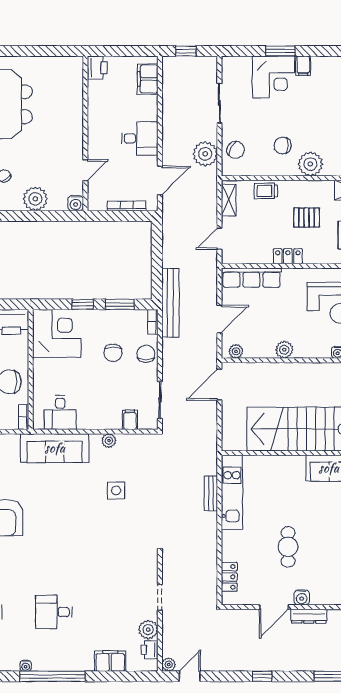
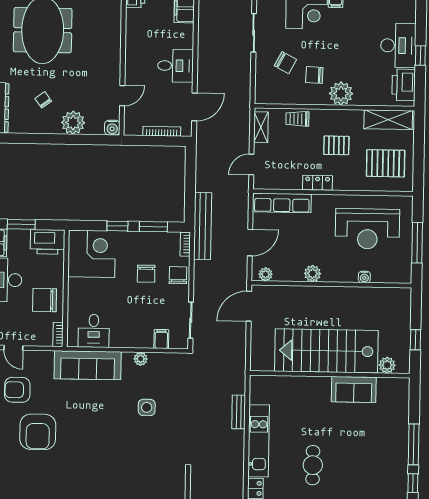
chair: (236, 150) -> (285, 63), moved
plant: (205, 154) -> (239, 82), removed
kitchen unit: (232, 492) -> (259, 441), moved

